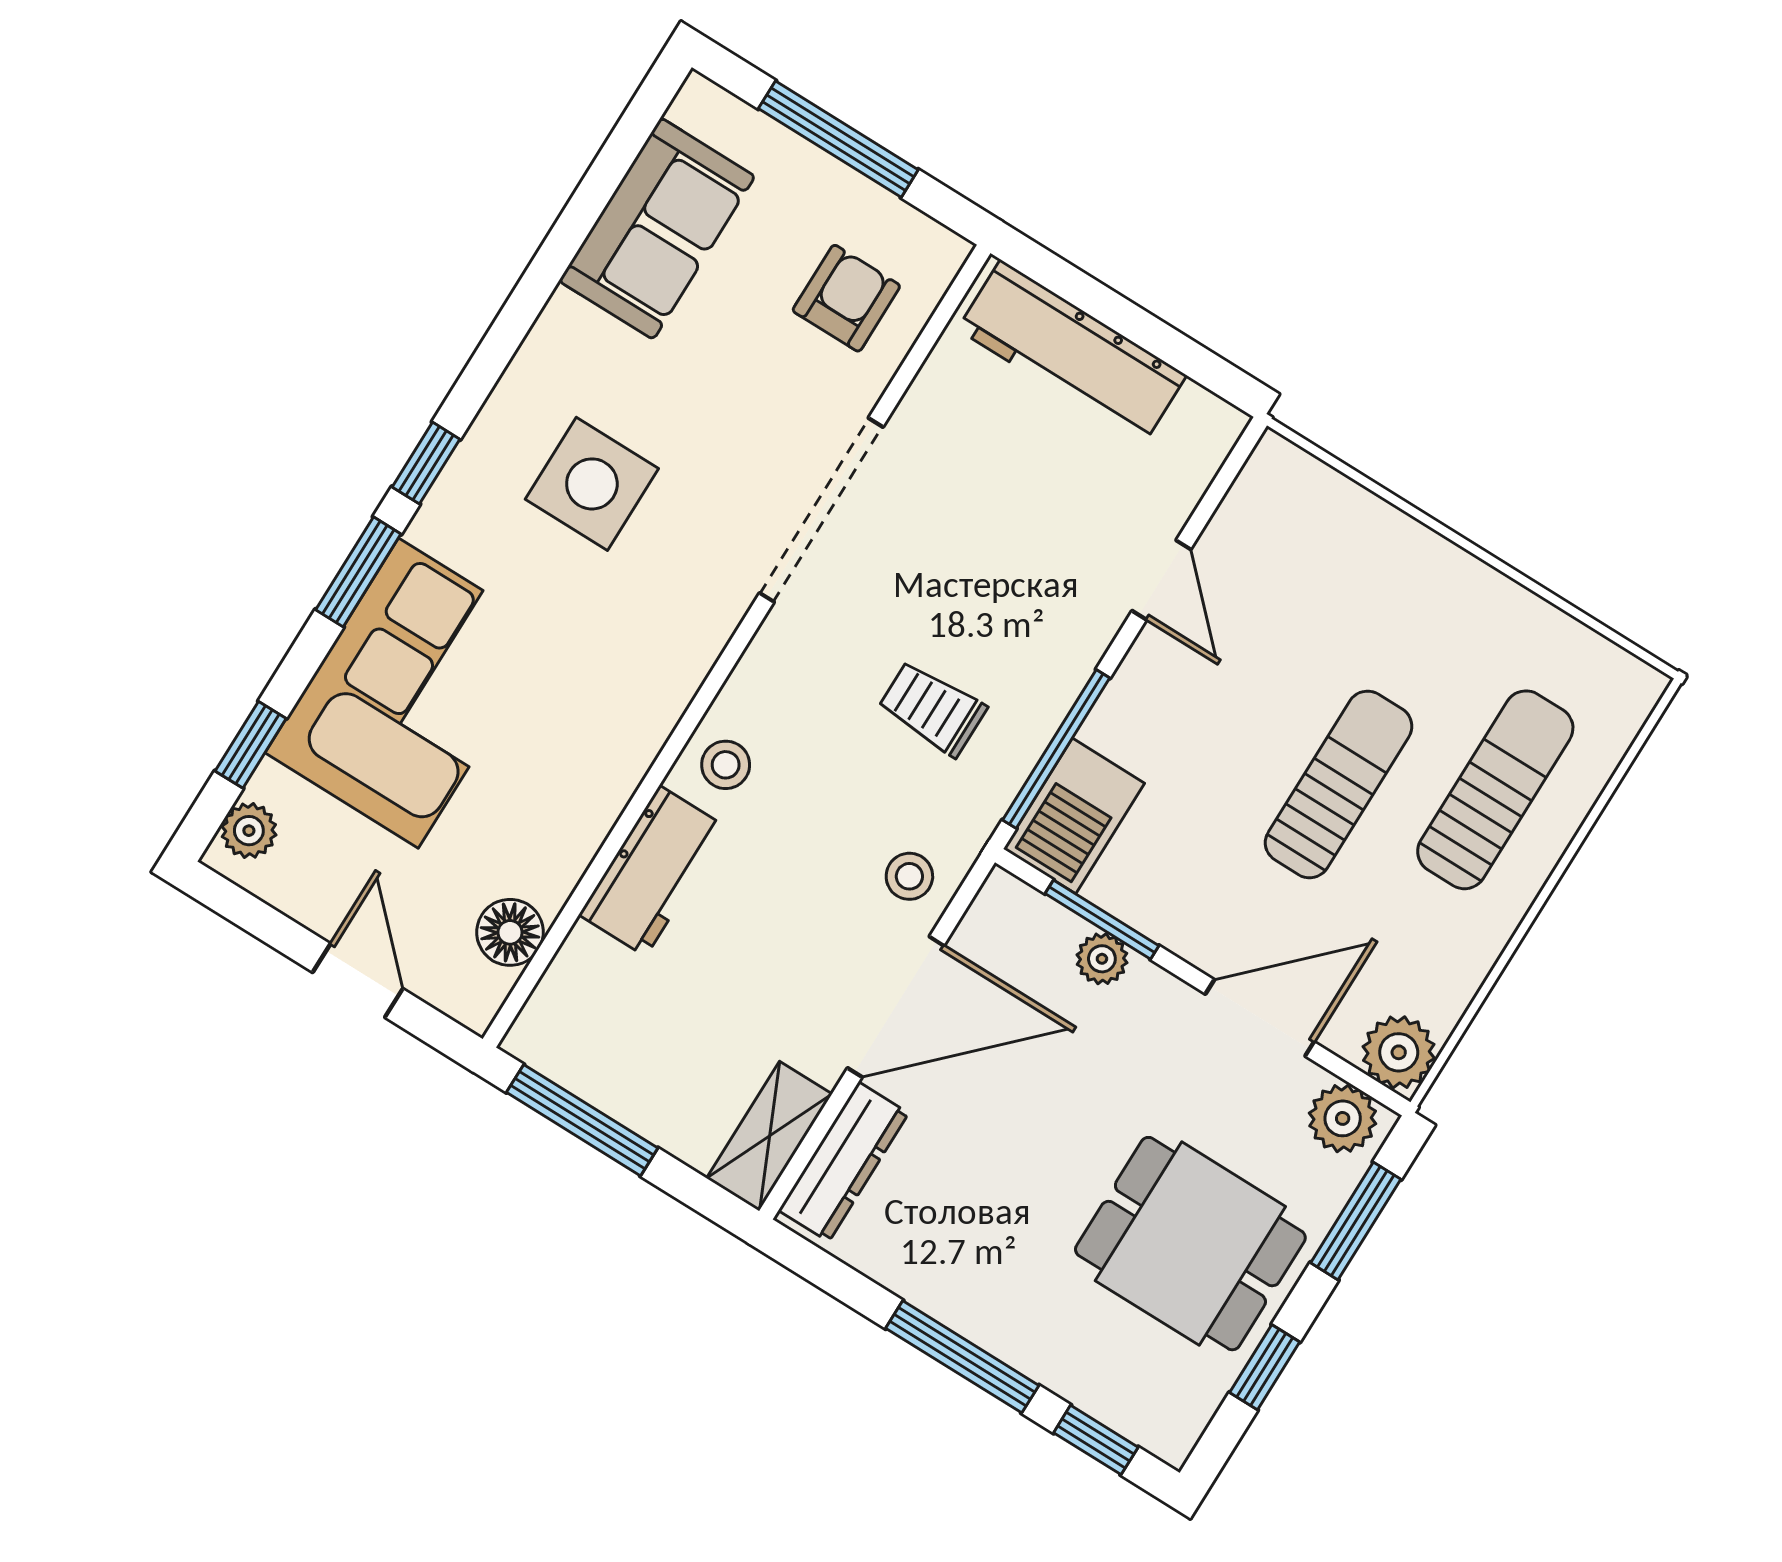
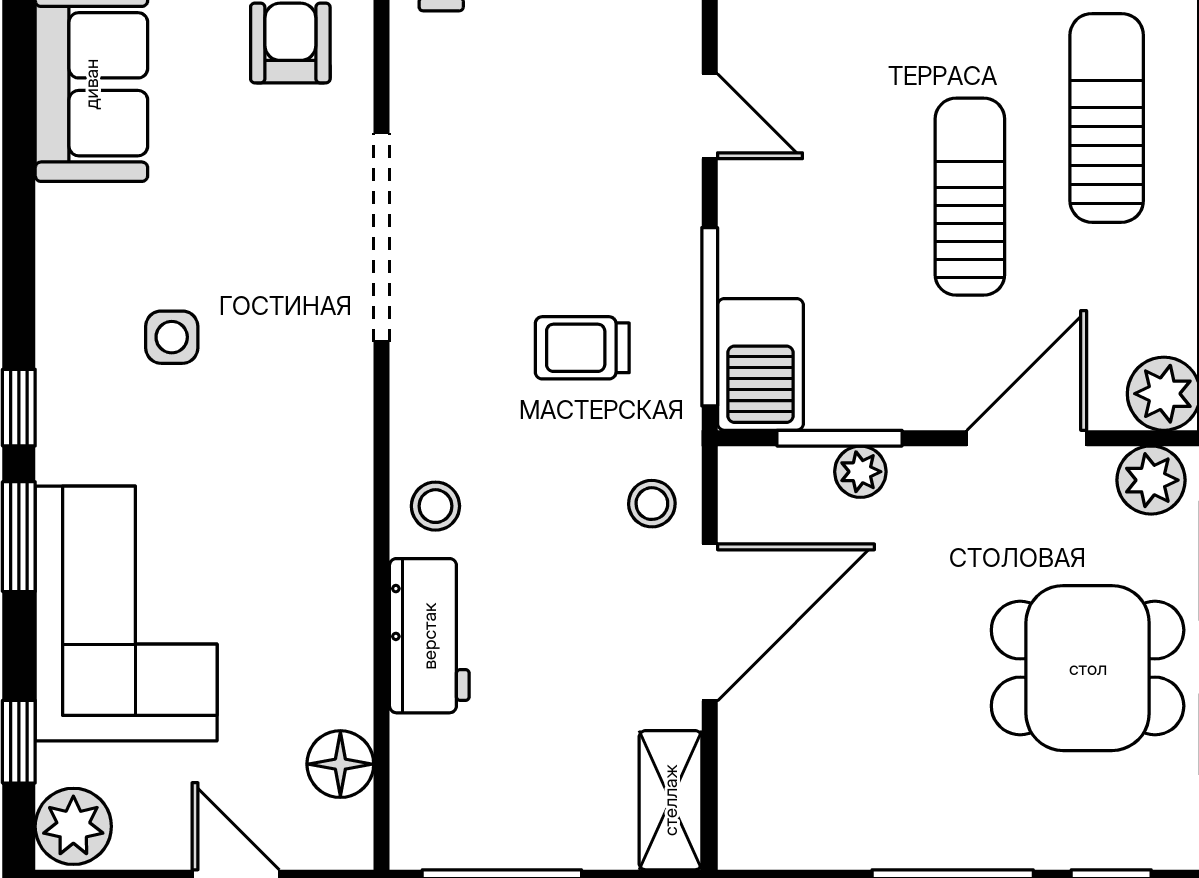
side table: (592, 484) -> (172, 337), width x0.54, depth x0.54
plant: (249, 831) -> (73, 826), width x1.38, depth x1.38
dresser: (844, 1162) -> (747, 783), removed

